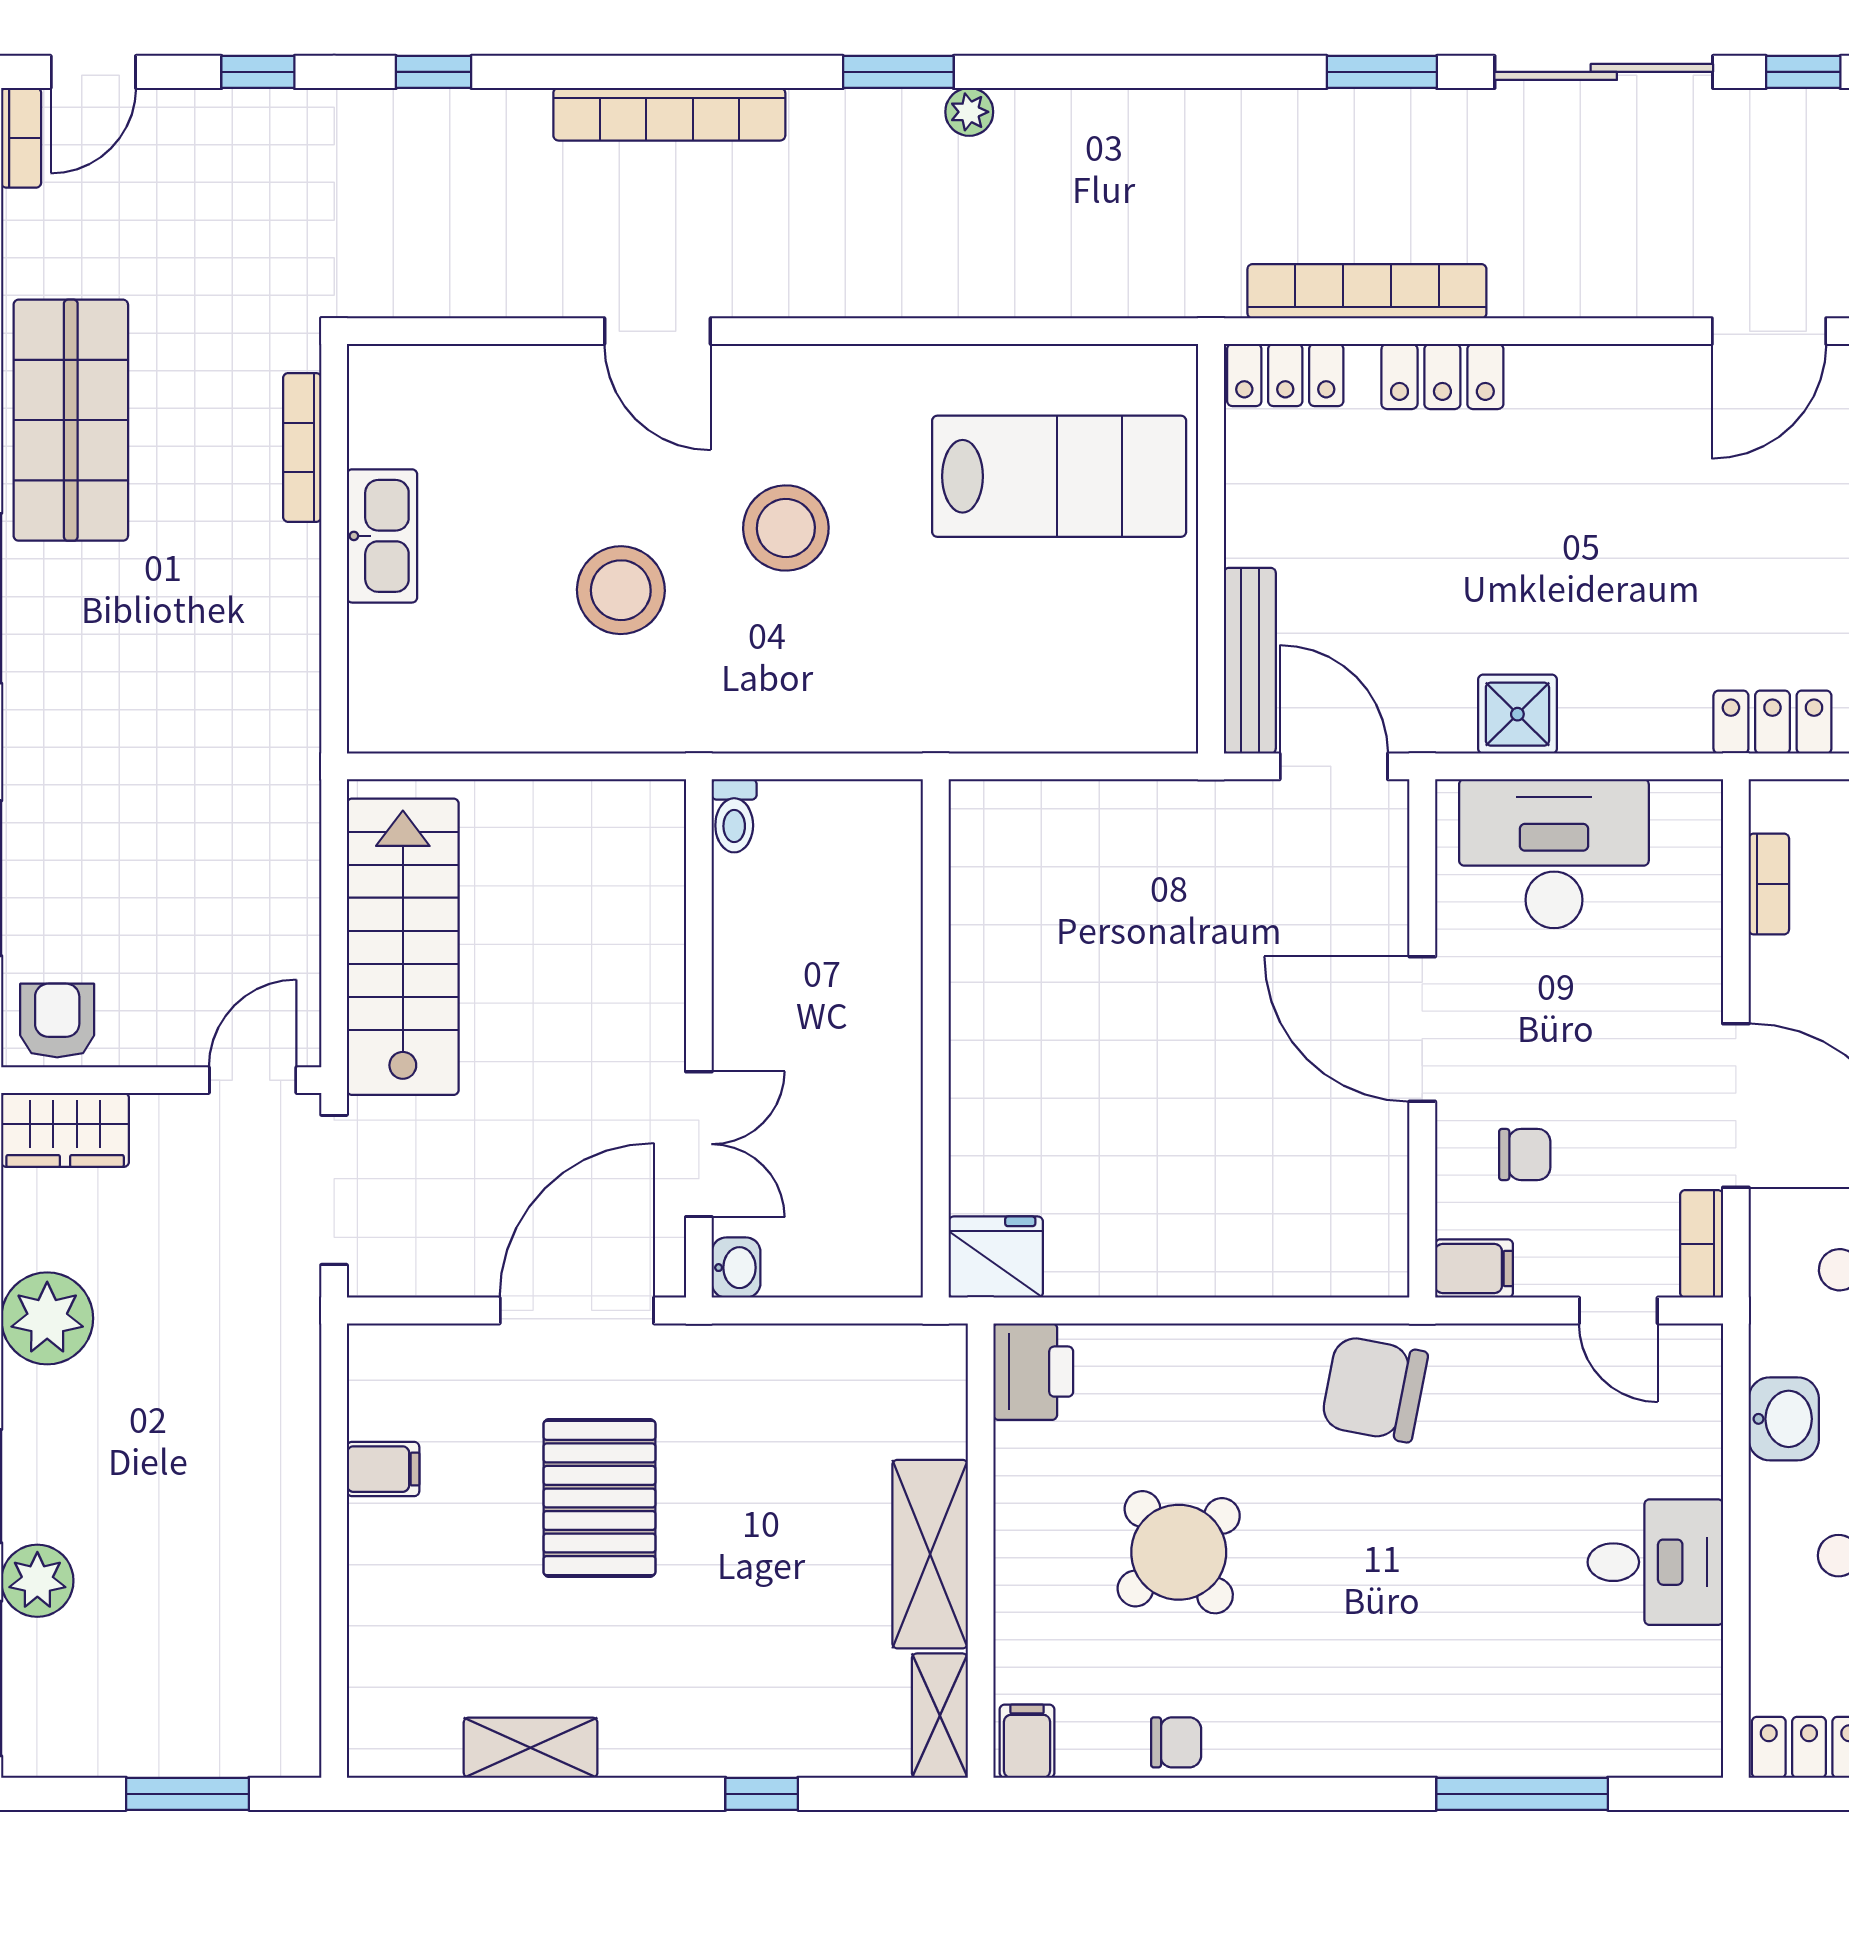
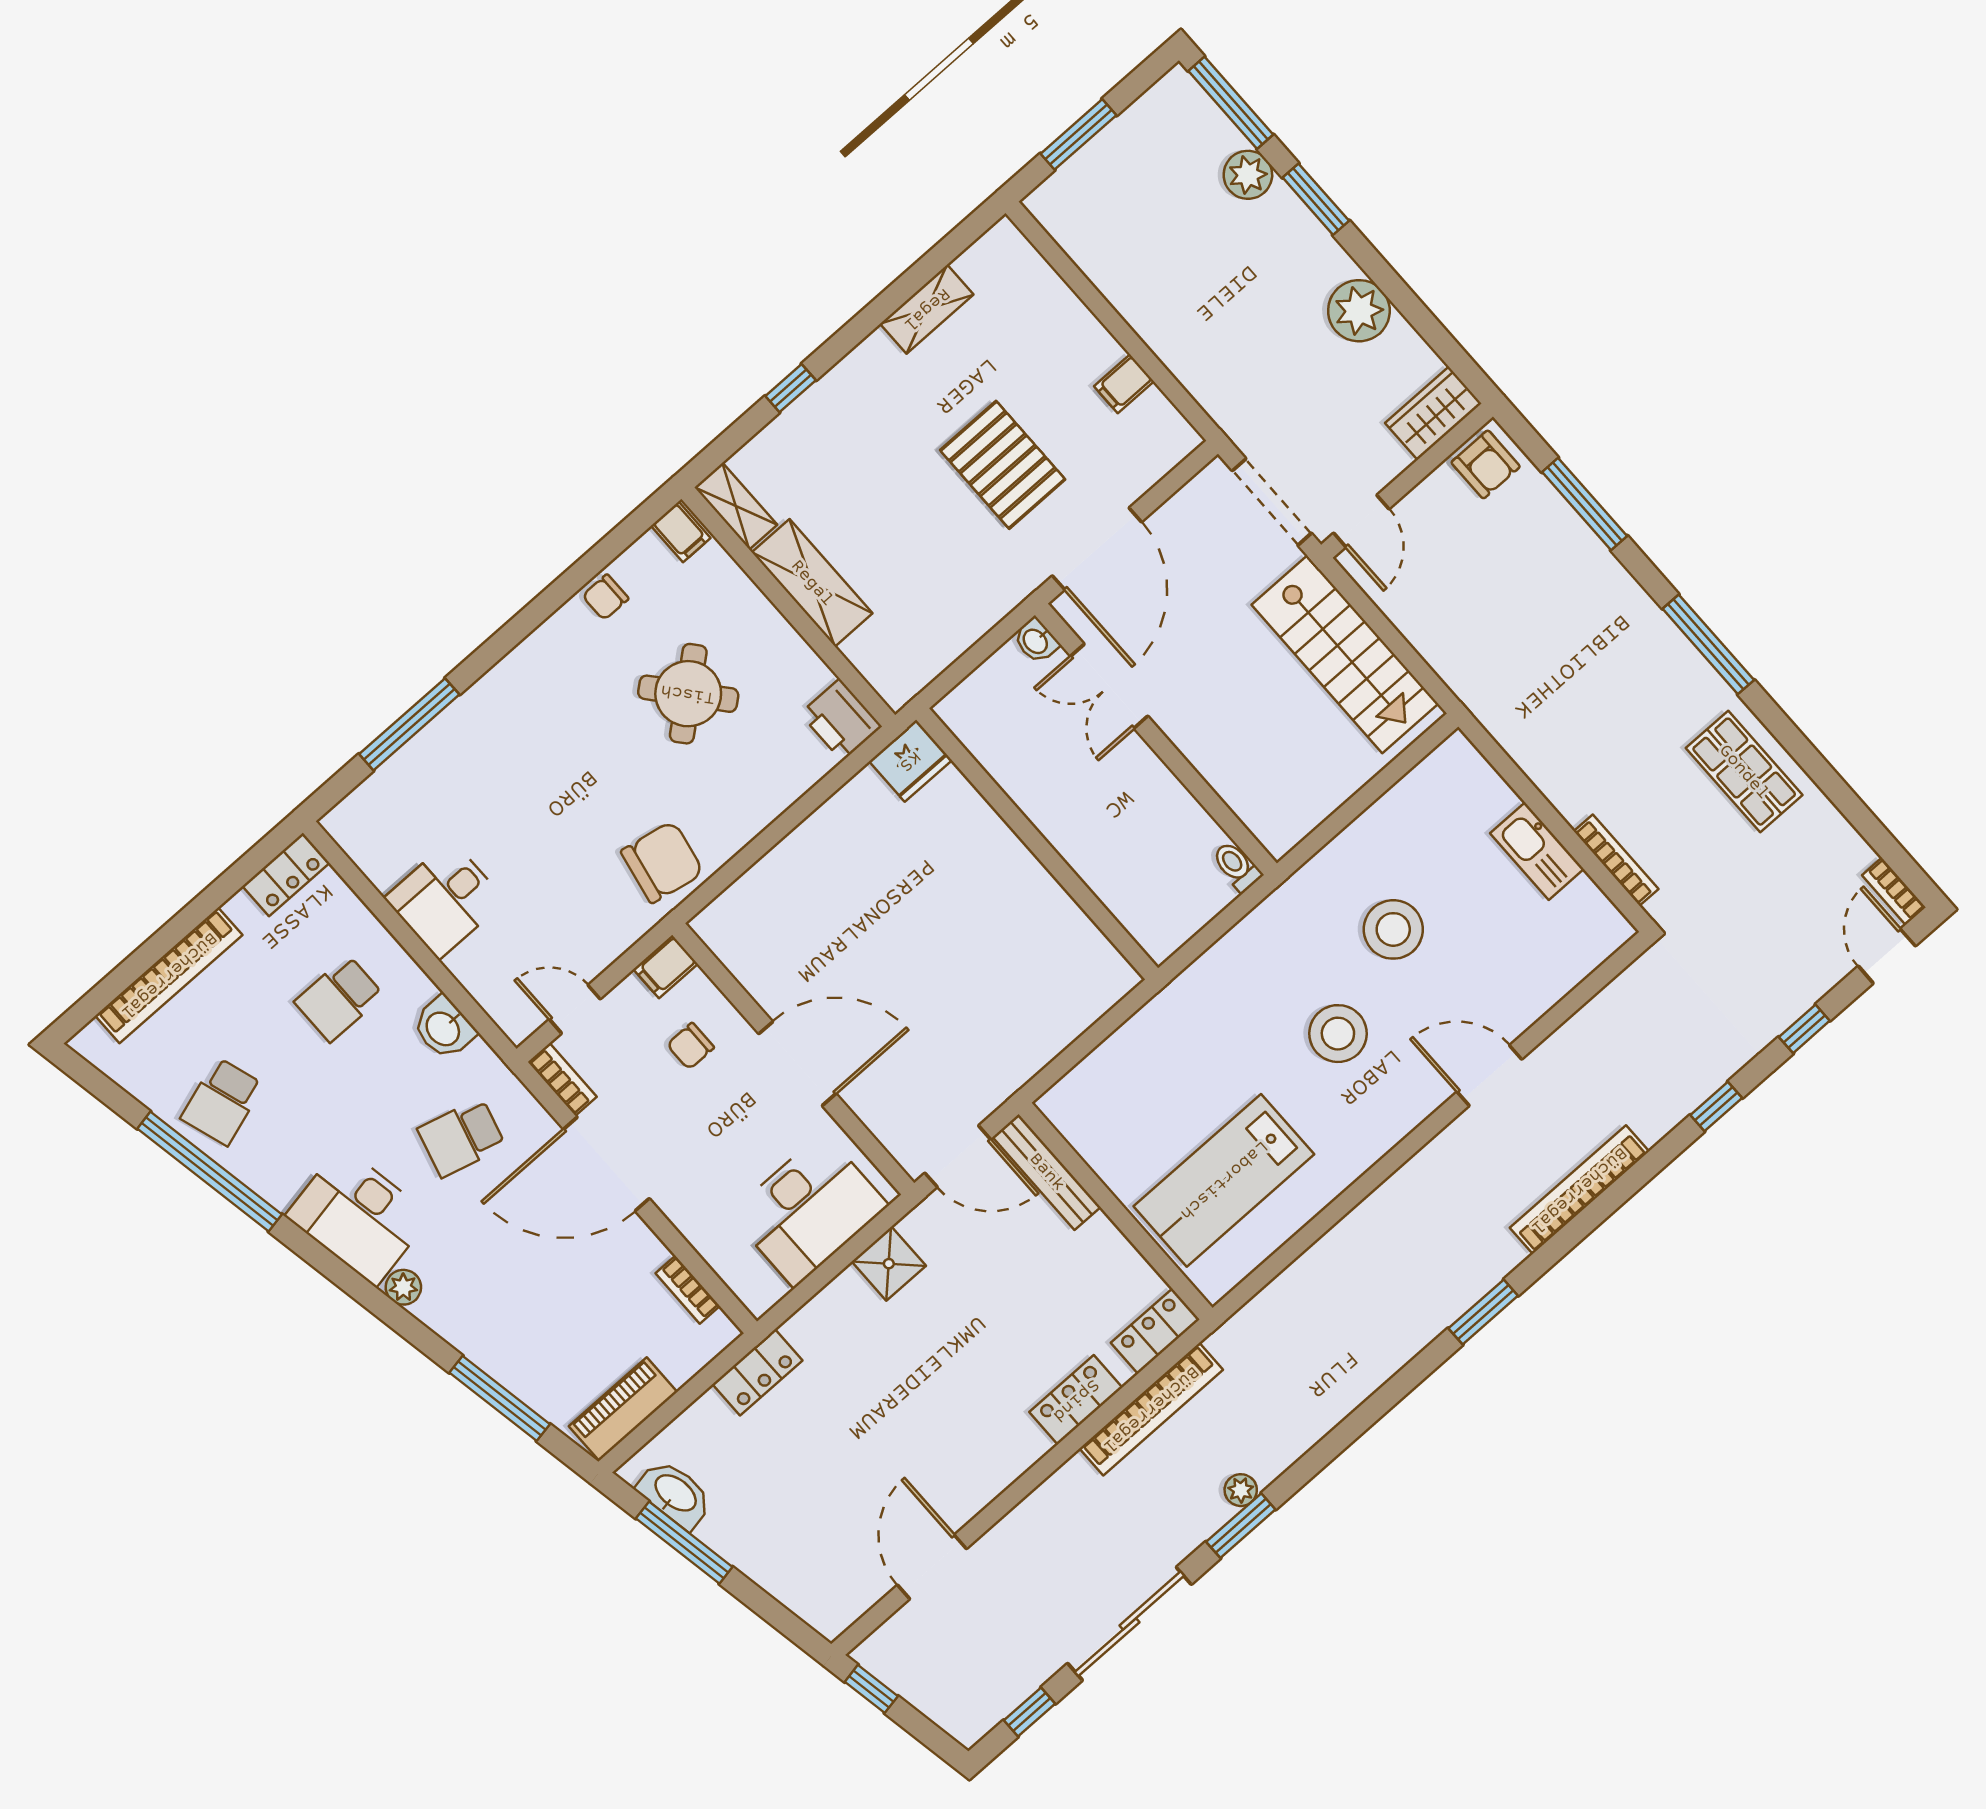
plant: (969, 112) -> (1241, 1490), moved
shop shelf: (71, 420) -> (1744, 772), width x0.70, depth x0.74

